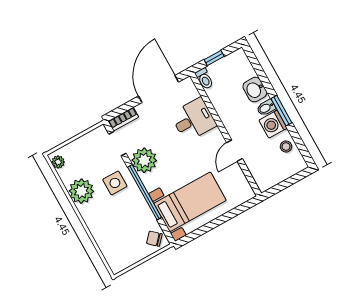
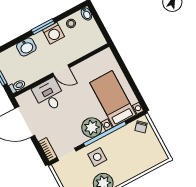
bidet: (266, 108) -> (86, 14), moved
door: (234, 151) -> (61, 70), moved
plant: (144, 160) -> (92, 128), moved

